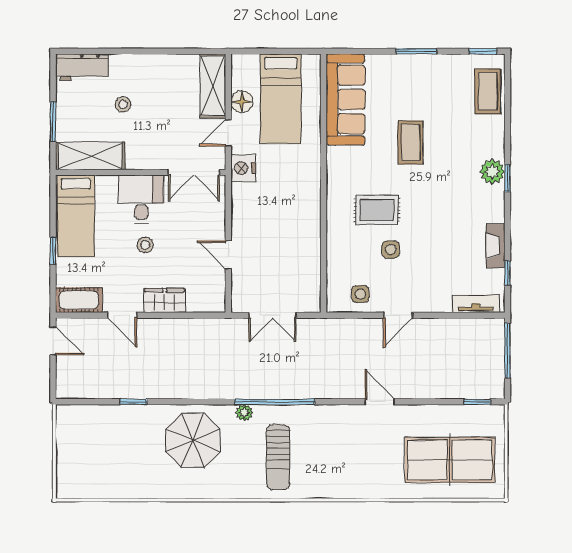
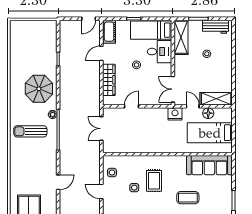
workbench: (82, 67) -> (216, 27), moved, turned -90
desk: (141, 199) -> (159, 52), moved
wardrobe: (165, 300) -> (109, 80), width x1.50

